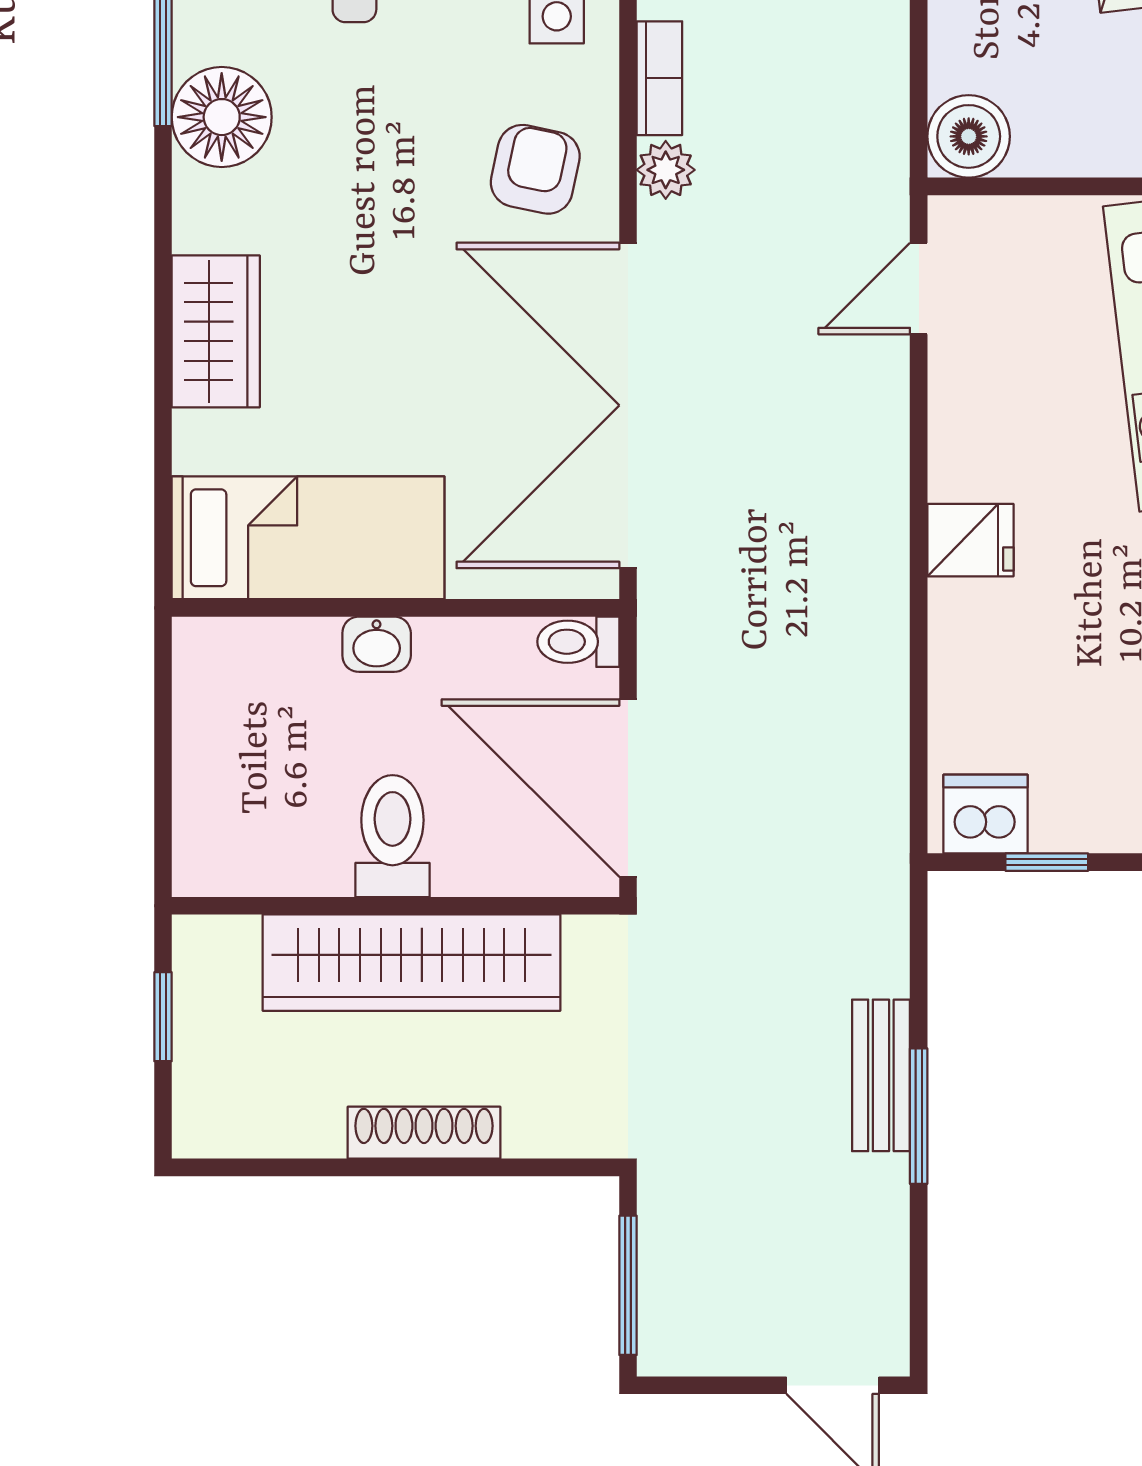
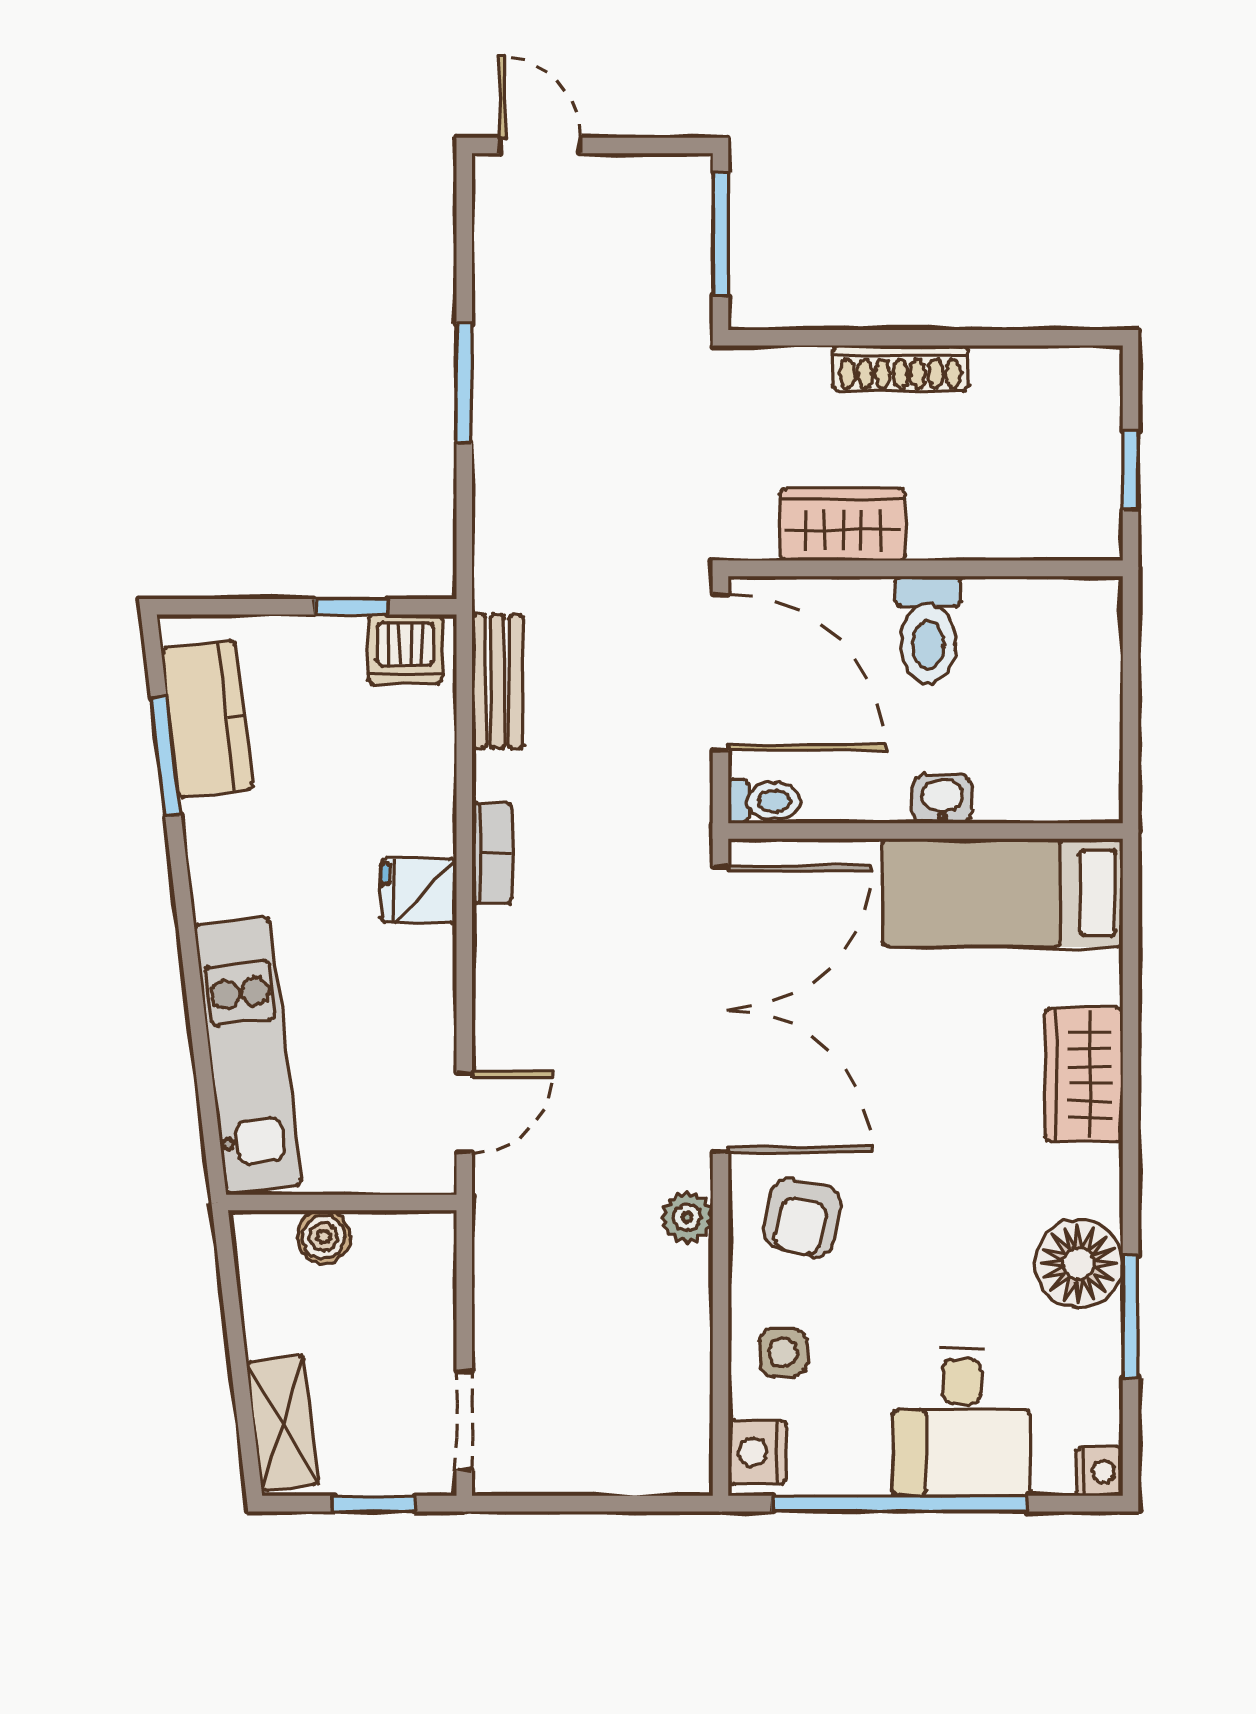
bookcase: (659, 78) -> (492, 853), moved, turned 180
boiler: (969, 136) -> (324, 1237), moved, width x0.73, depth x0.73
wardrobe: (411, 963) -> (843, 524), width x0.48, depth x0.85
bench: (881, 1075) -> (497, 682), moved

